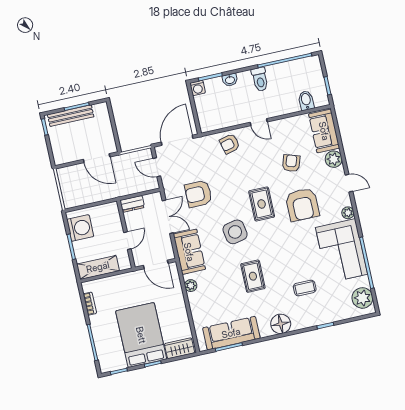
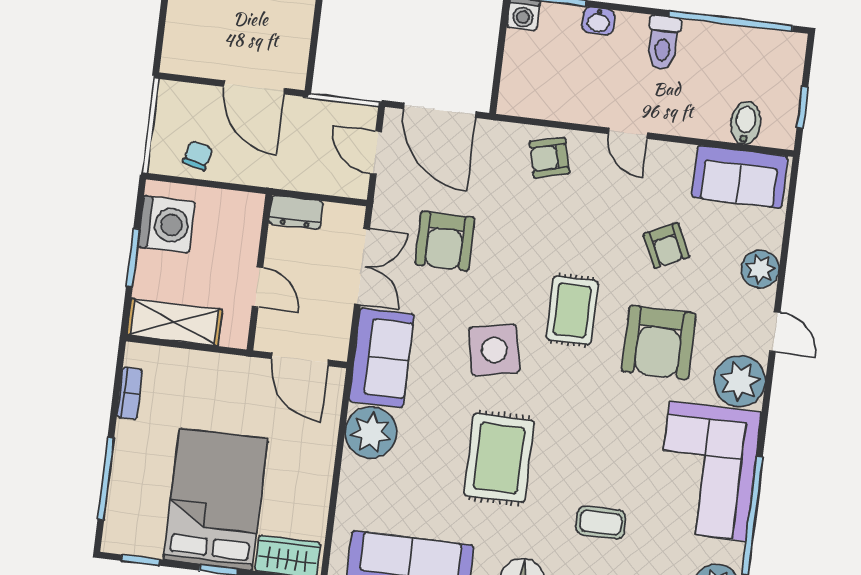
sofa: (324, 131) -> (740, 177), moved, turned -90
door: (177, 140) -> (440, 110), swing flipped
armchair: (291, 163) -> (666, 246), turned 137
armchair: (198, 194) -> (445, 241), turned -90
chair: (83, 195) -> (198, 155), added
plant: (348, 213) -> (740, 381), width x1.88, depth x1.88
door: (127, 241) -> (258, 287), hinge flipped
rug: (253, 276) -> (499, 458), width x1.36, depth x1.43
plant: (191, 286) -> (371, 433), width x1.88, depth x1.88

